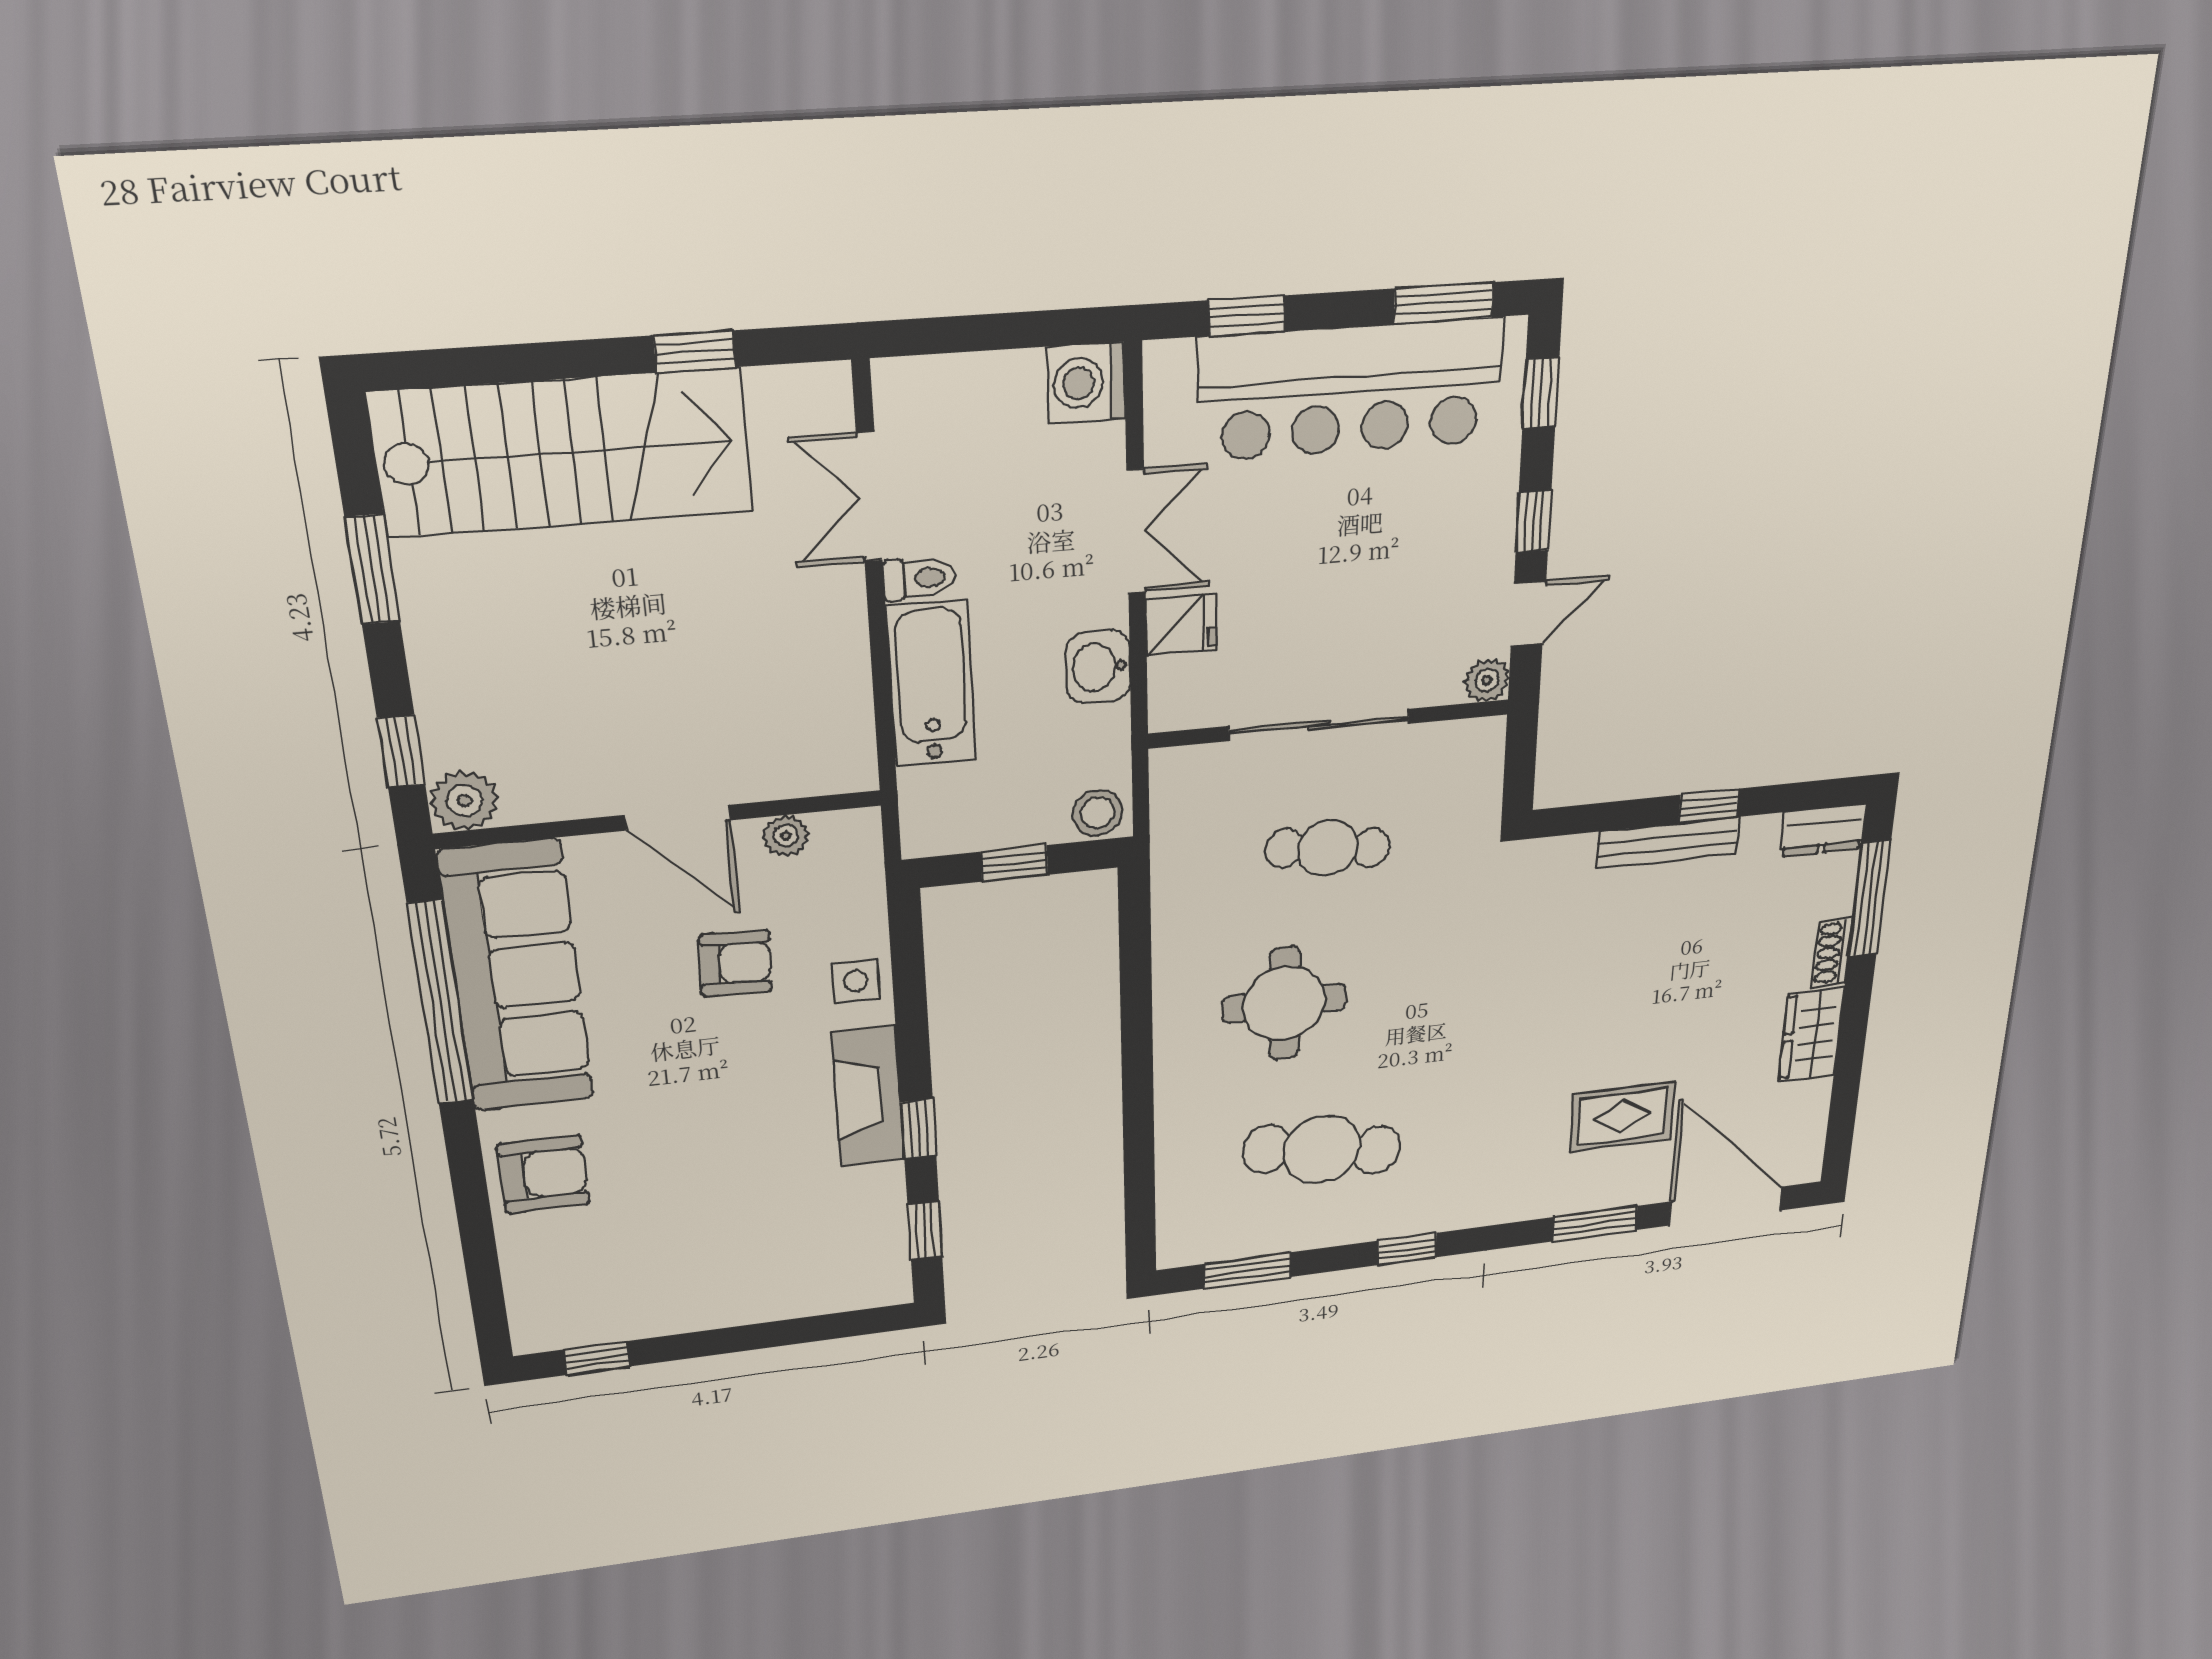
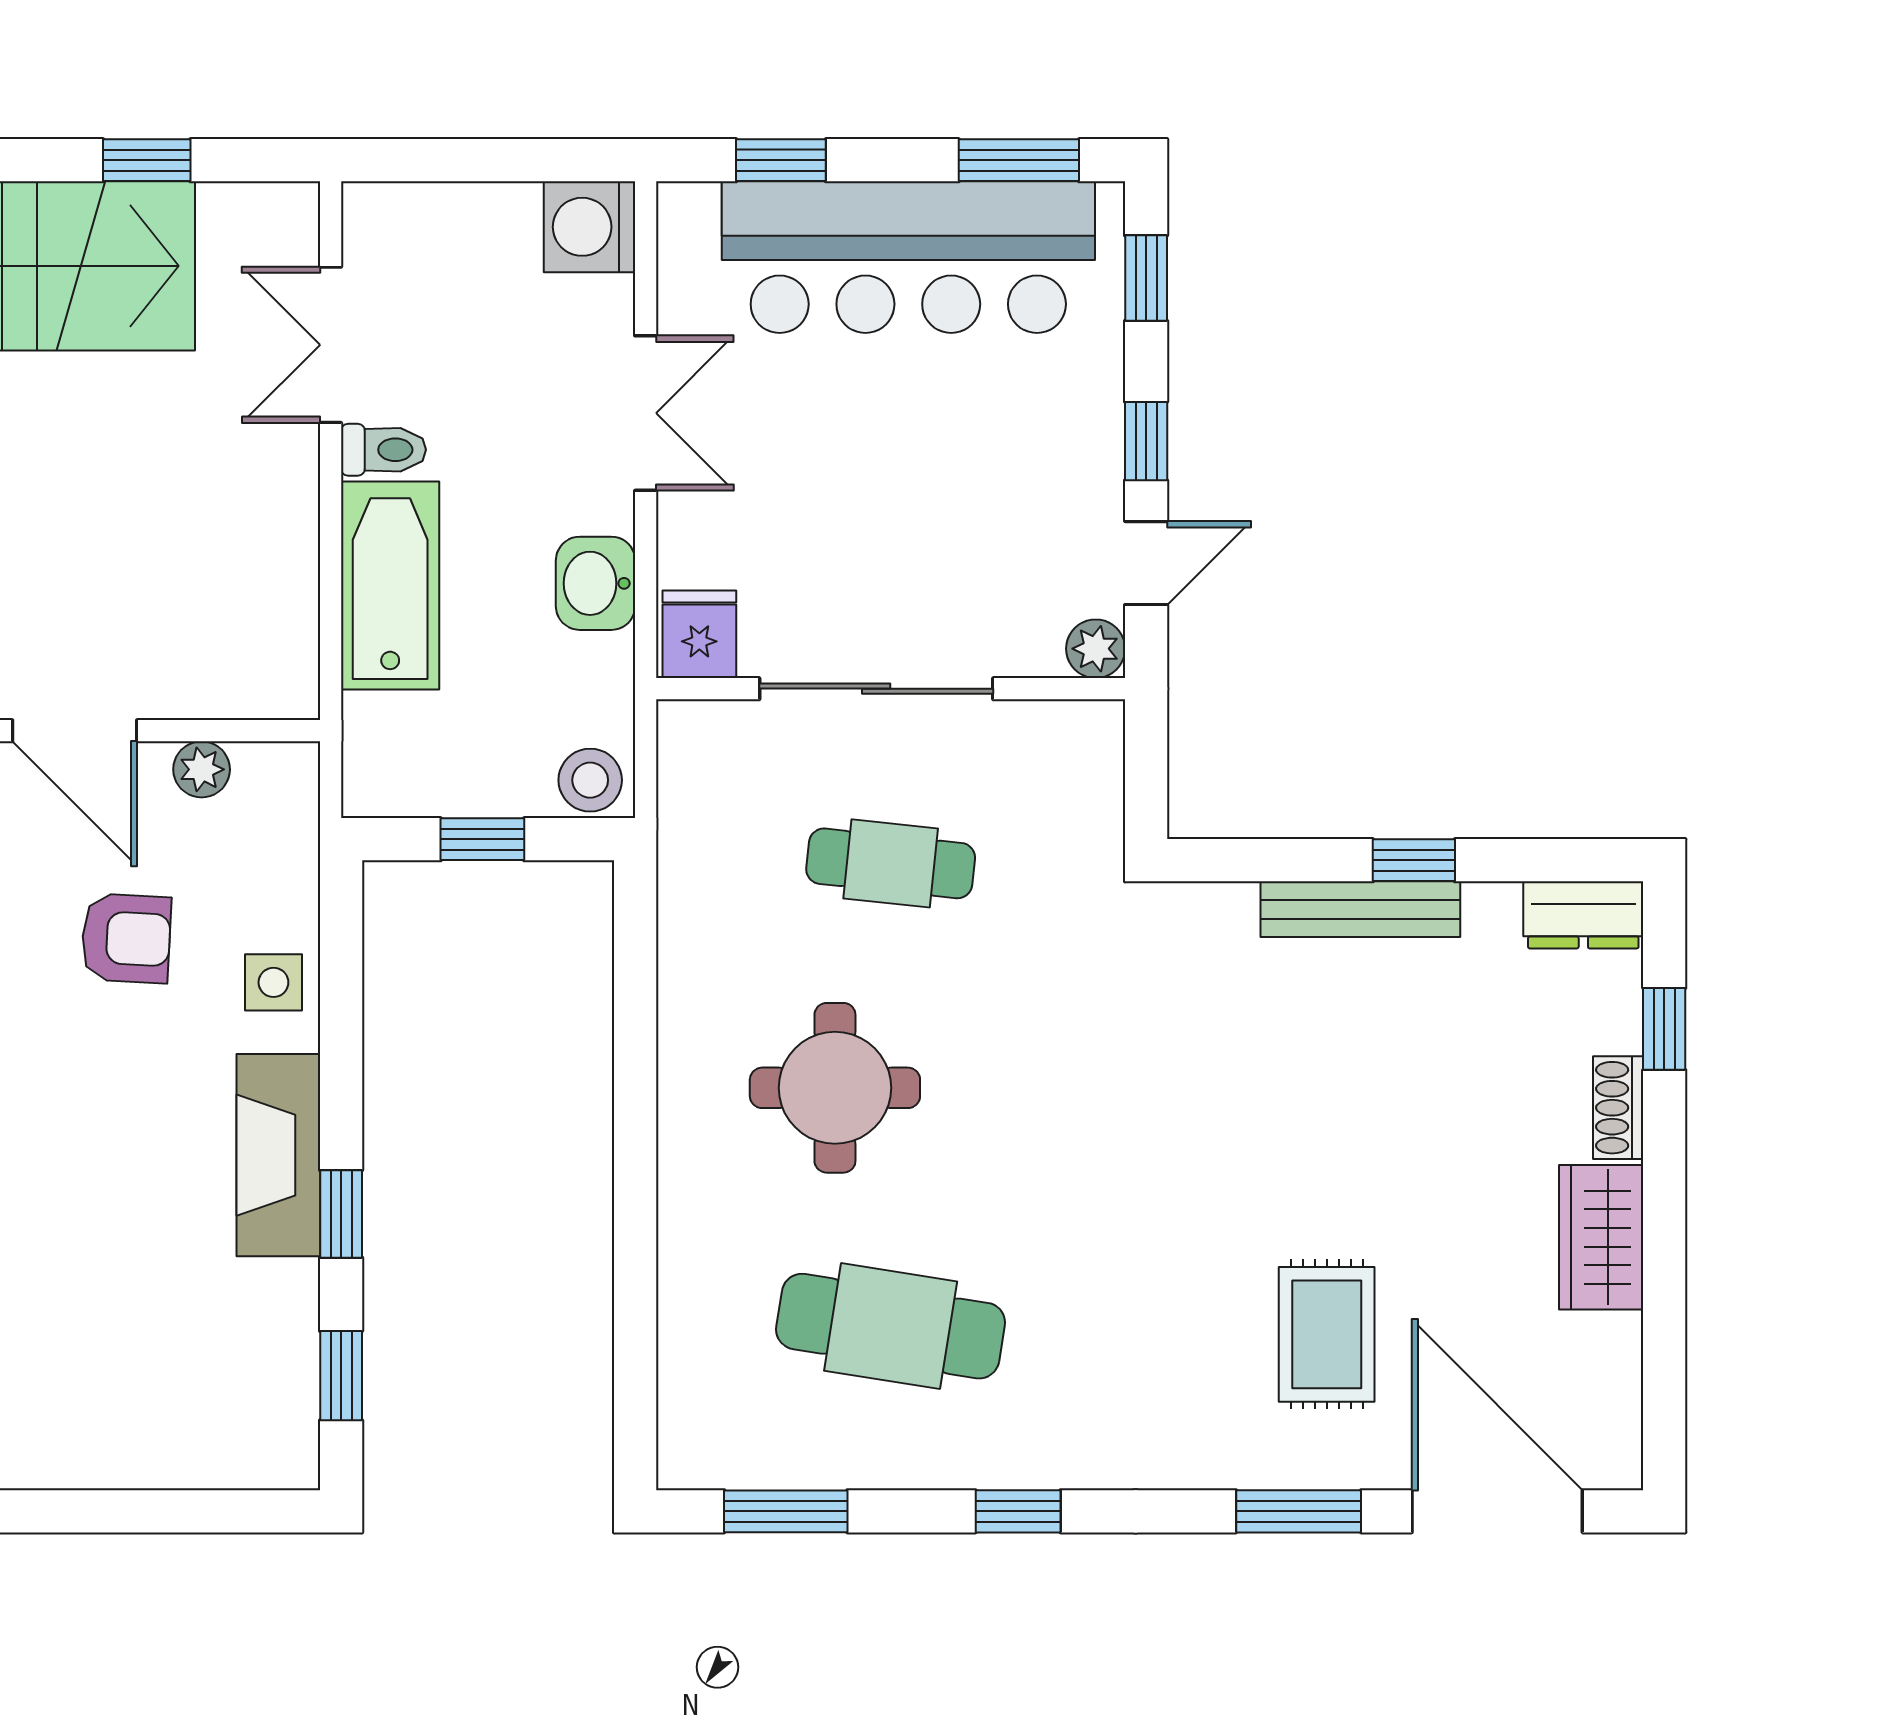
fridge: (1181, 624) -> (699, 634), moved, turned -90
window: (1869, 899) -> (1664, 1029), width x0.46
rug: (1622, 1117) -> (1327, 1334), turned 90

